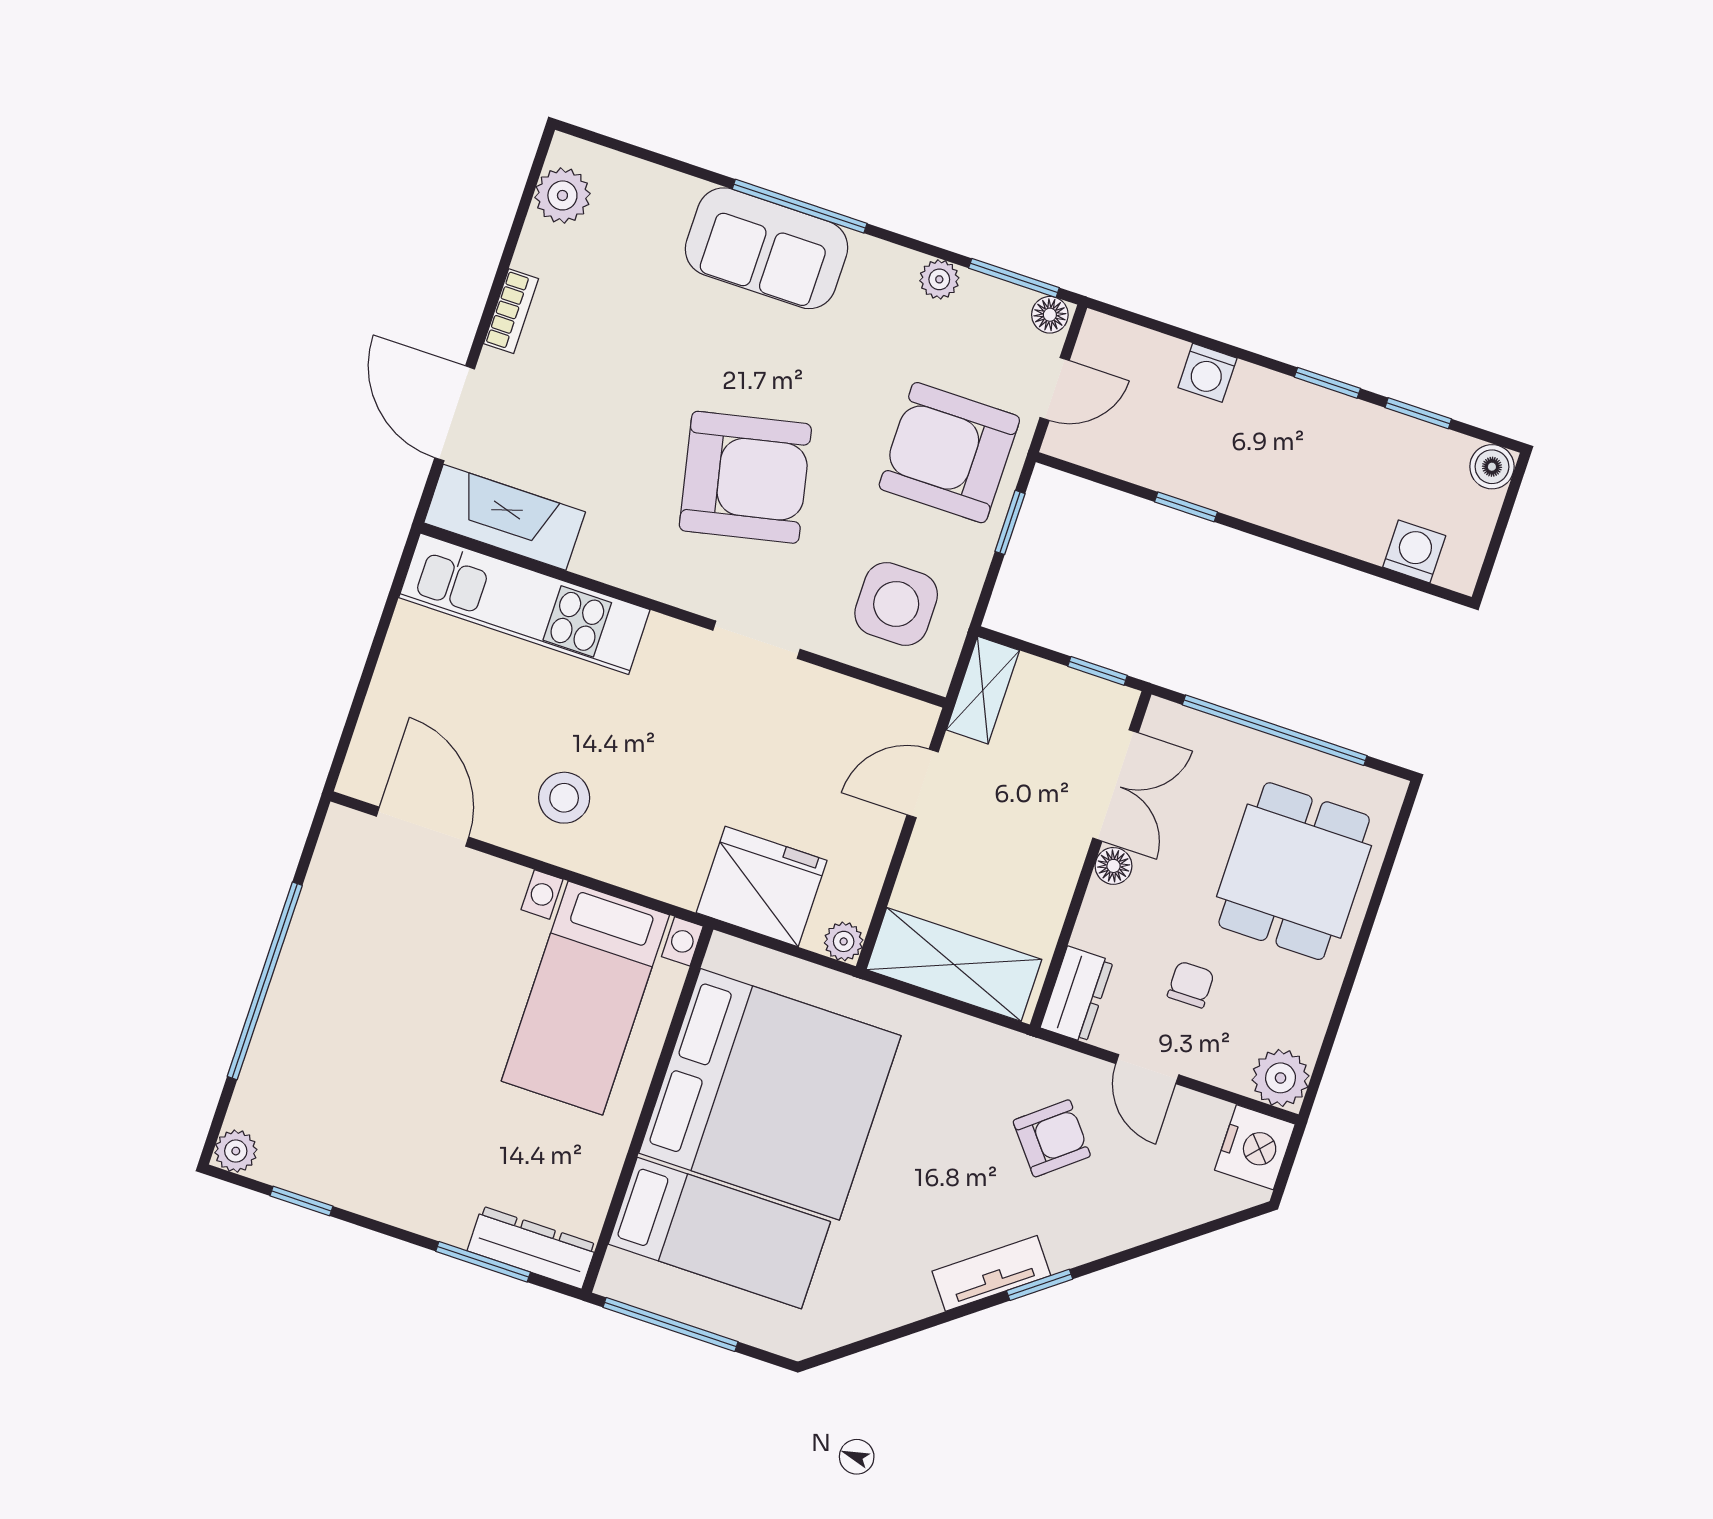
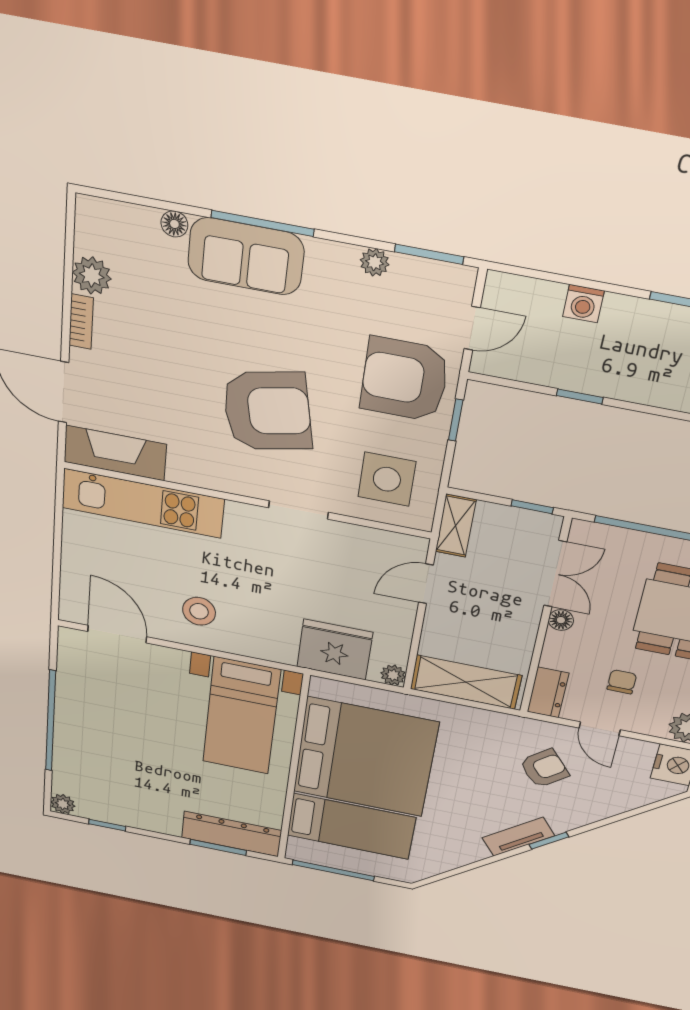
plant: (562, 195) -> (92, 275), moved
floor lamp: (1050, 315) -> (174, 224), moved
dresser: (532, 1248) -> (231, 834), width x1.37, depth x1.24

